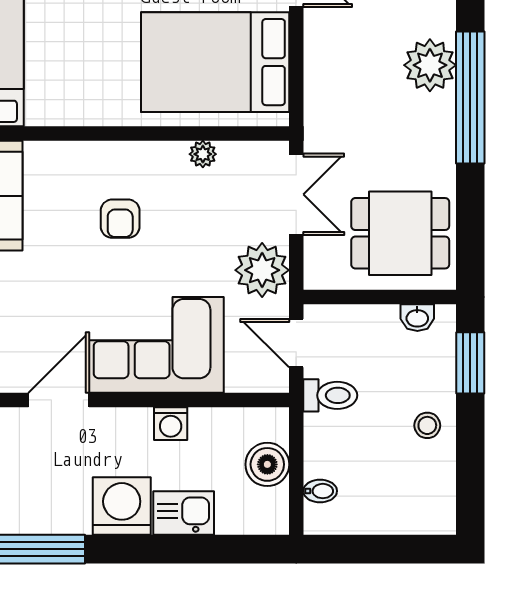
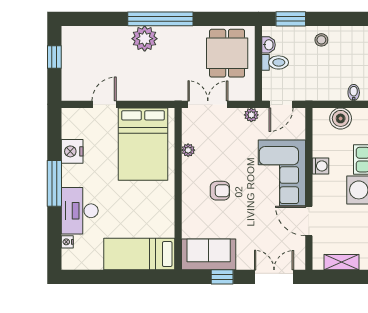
plant: (262, 270) -> (251, 115), width x0.53, depth x0.53
toilet: (330, 395) -> (275, 62), moved, turned 90

